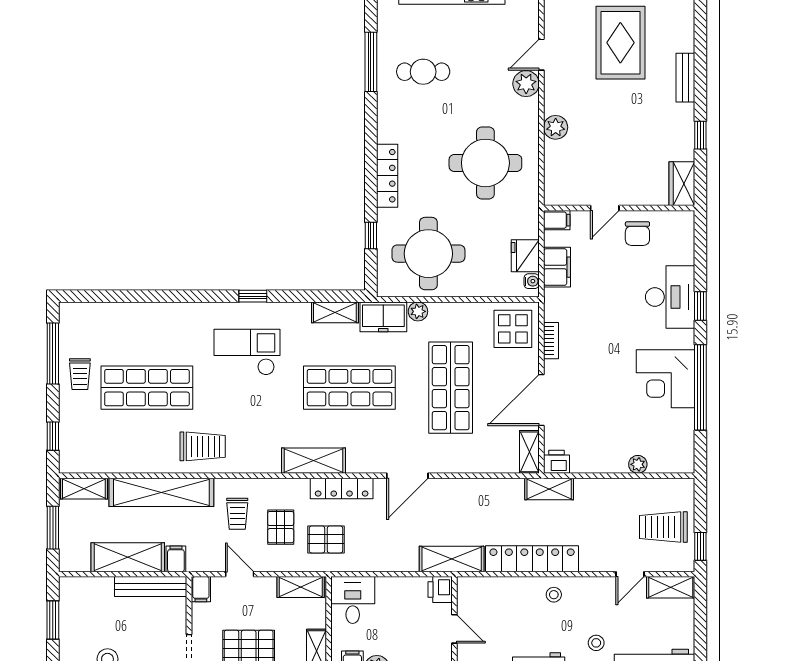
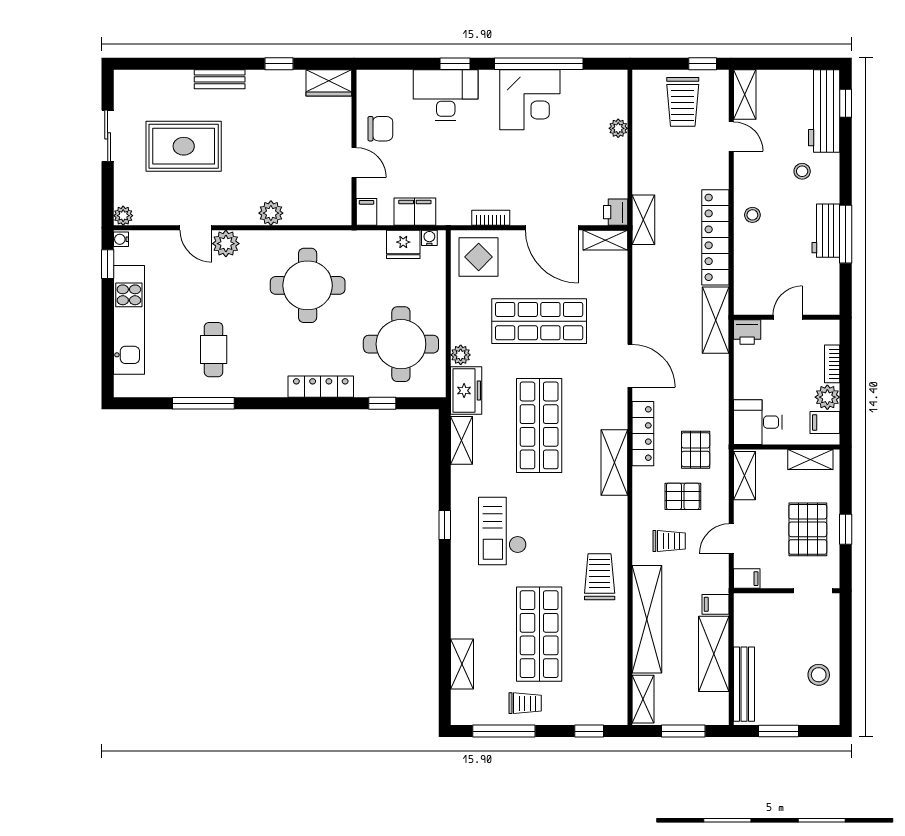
shelving: (118, 313) -> (462, 664), added
bench: (151, 587) -> (744, 684), moved

